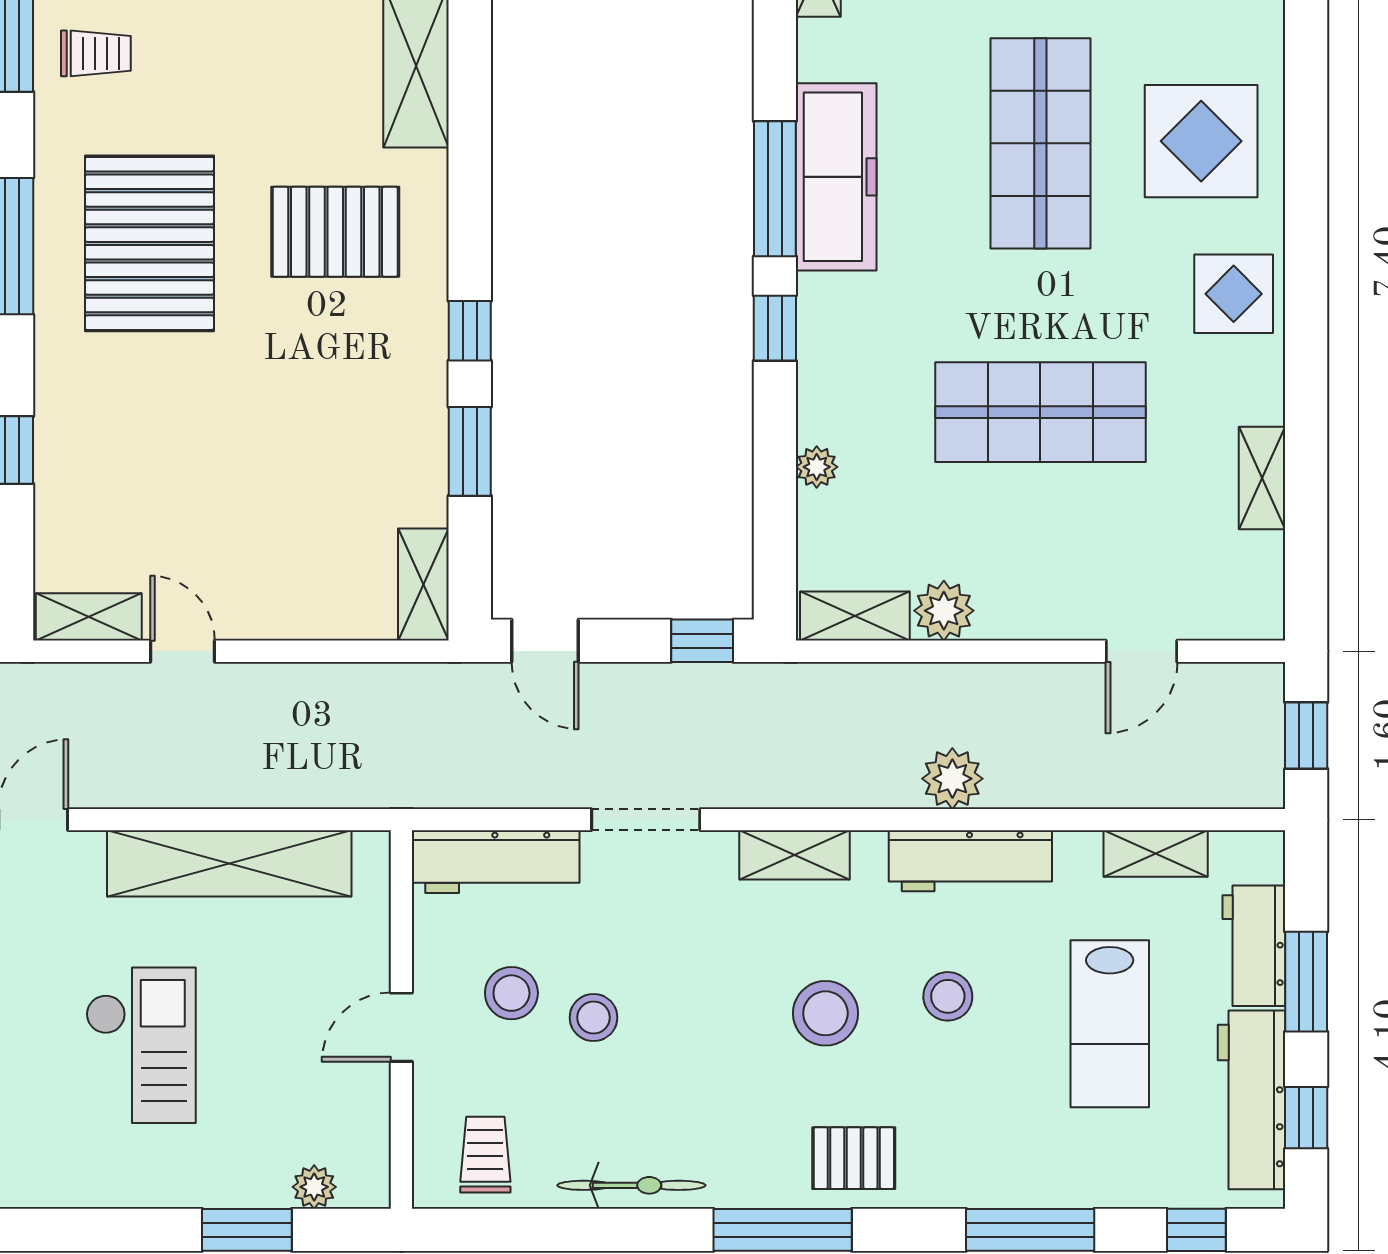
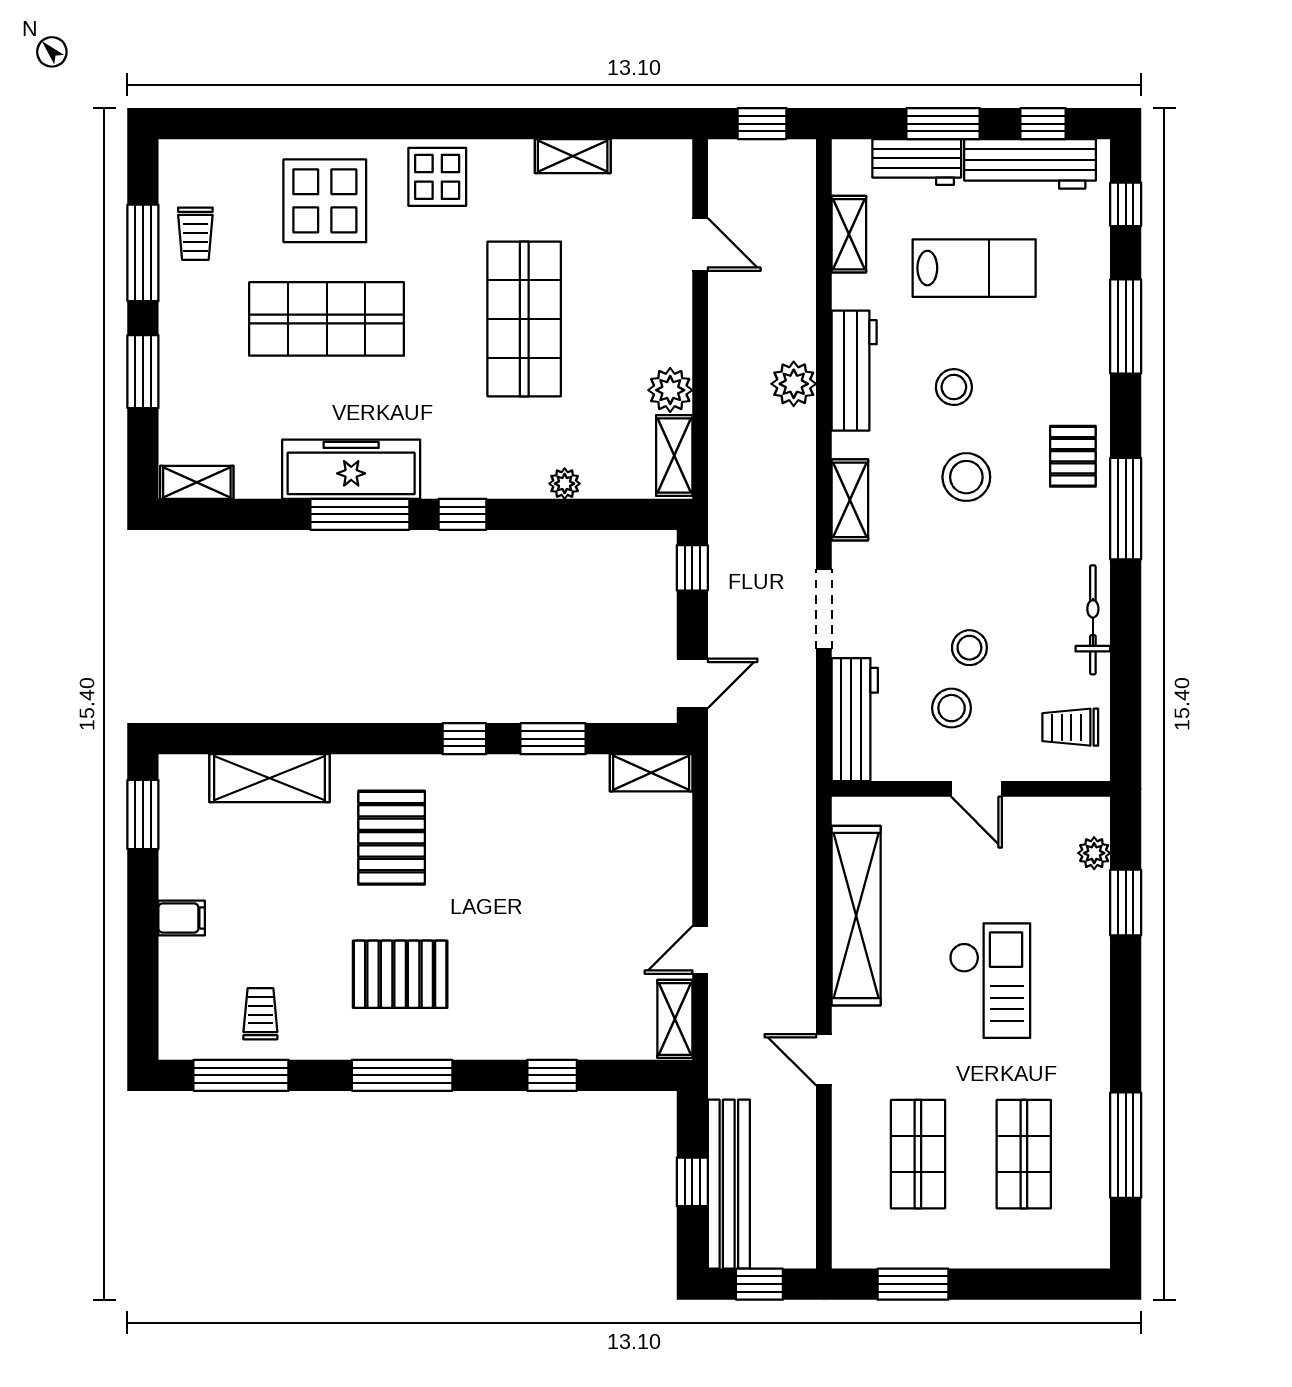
pallet: (149, 243) -> (400, 974), width x0.73, depth x0.71
checkout: (141, 1045) -> (990, 981), turned 90

